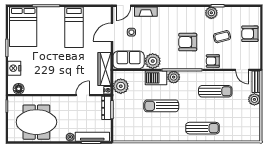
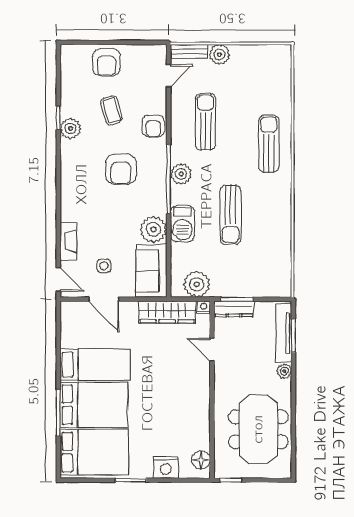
bed: (51, 26) -> (94, 405), added
plant: (174, 77) -> (181, 174), moved

